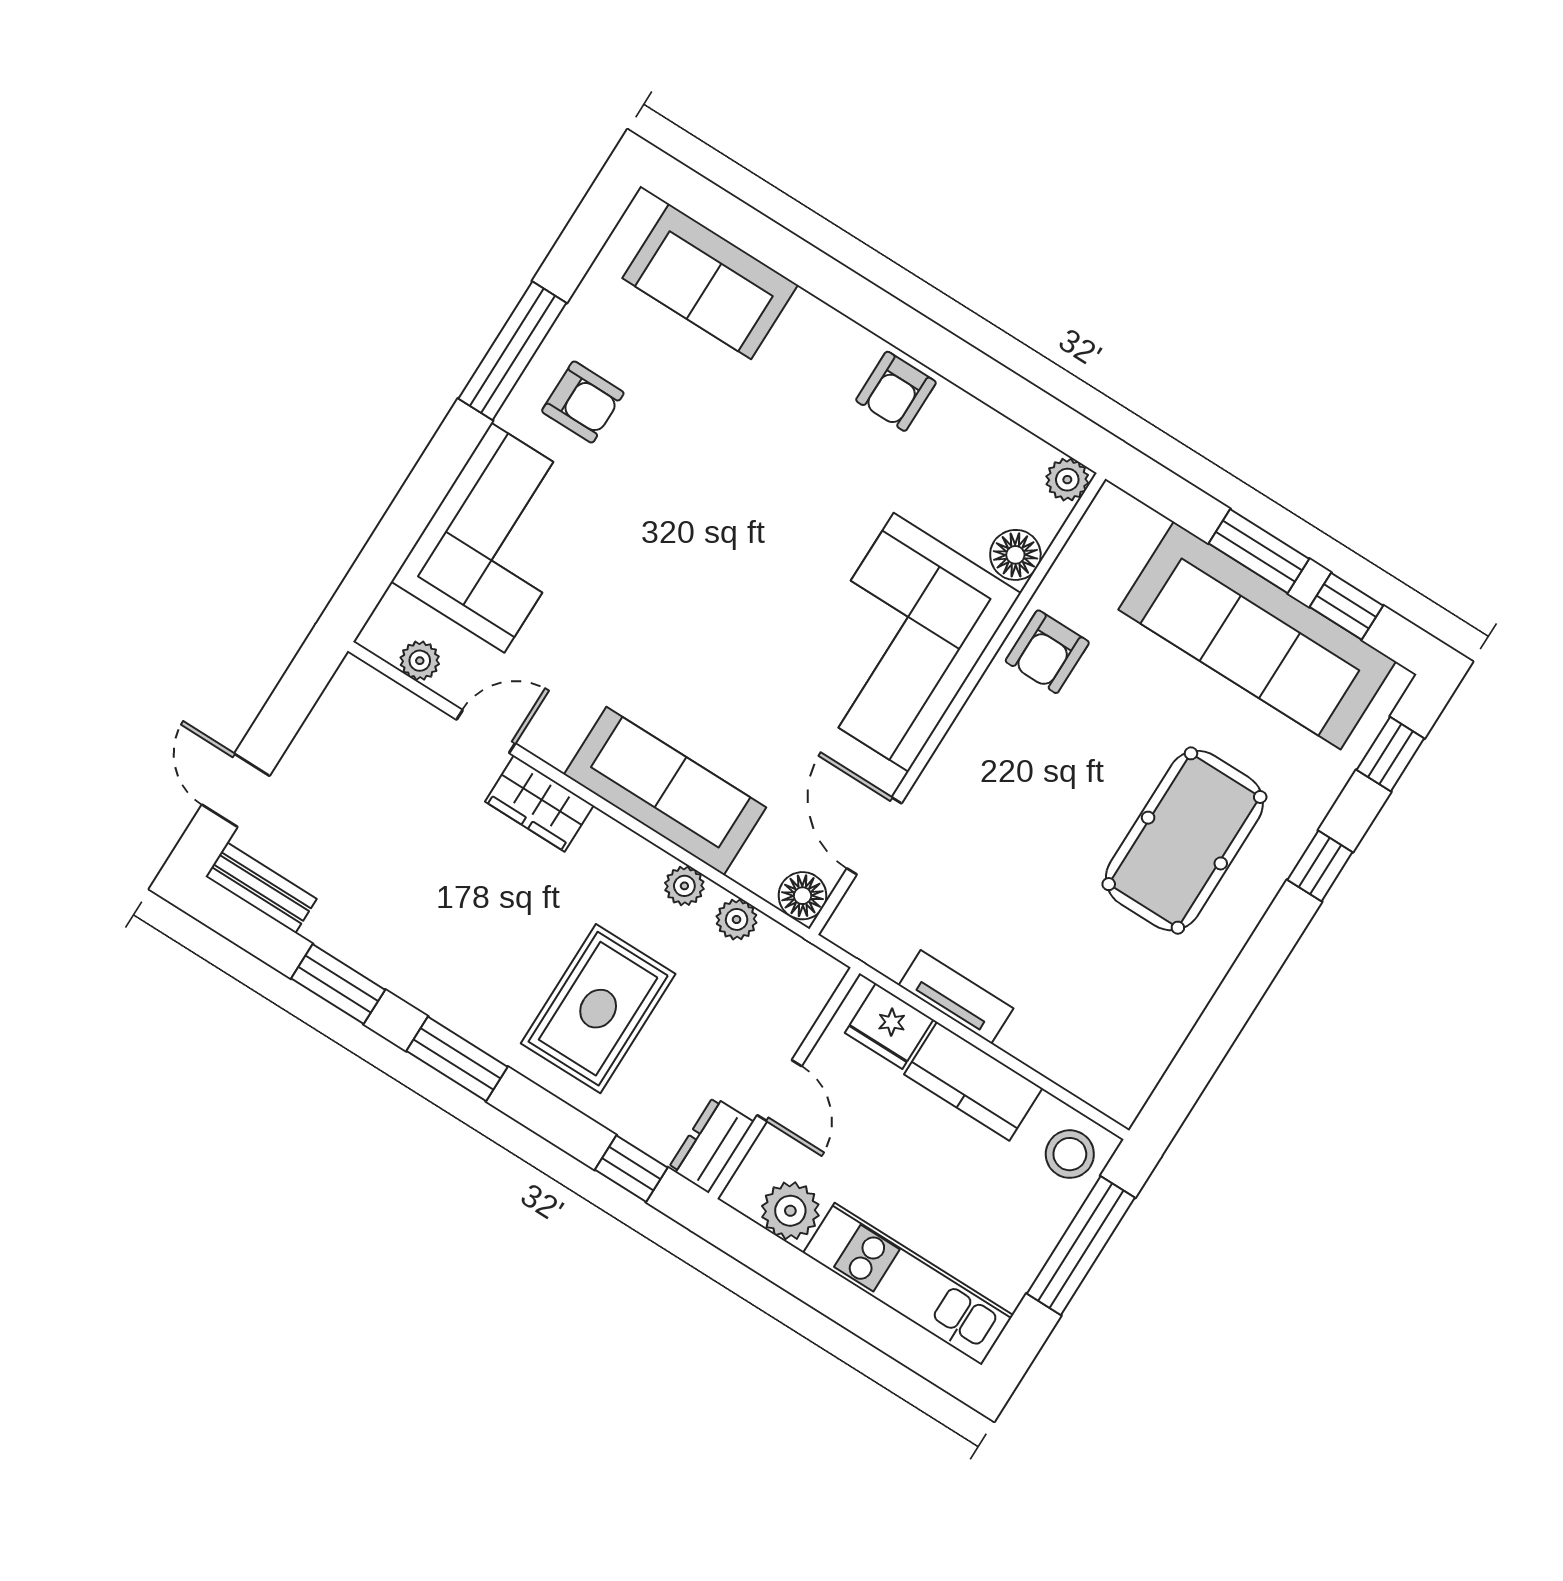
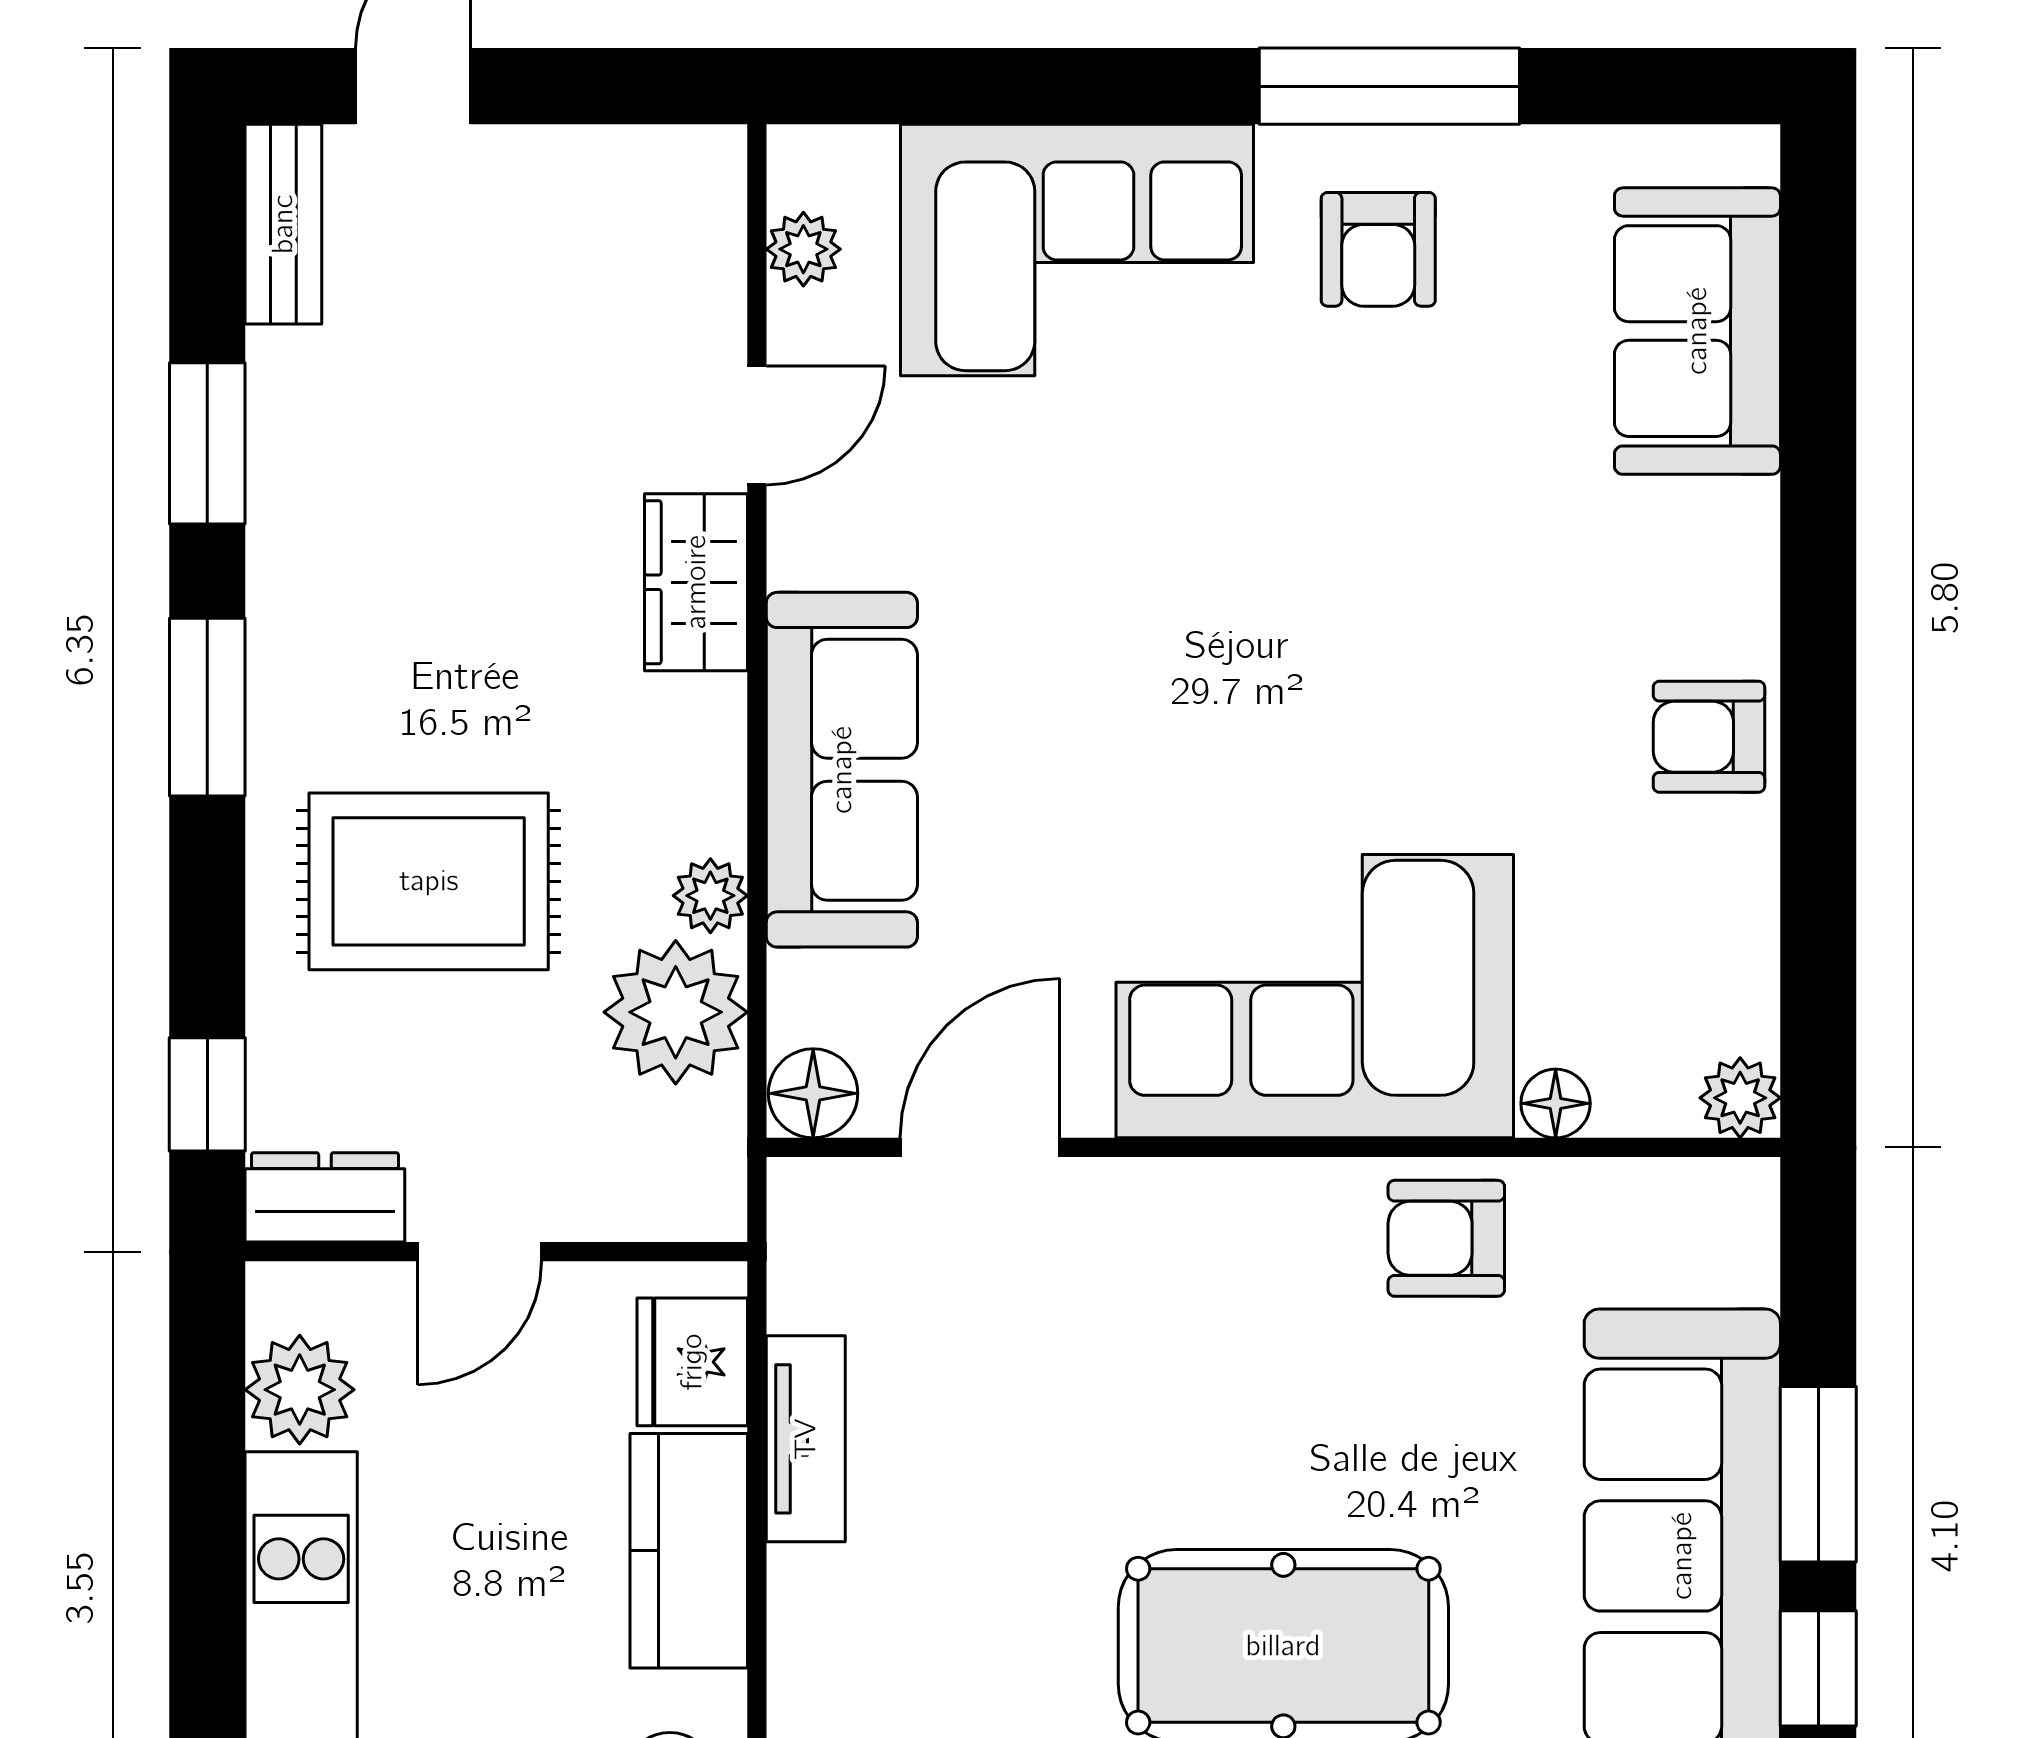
floor lamp: (1015, 555) -> (1556, 1103), width x0.73, depth x0.73
door: (486, 732) -> (757, 425), hinge flipped
plant: (737, 919) -> (676, 1012), width x1.87, depth x1.87

